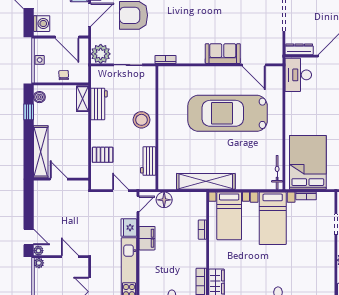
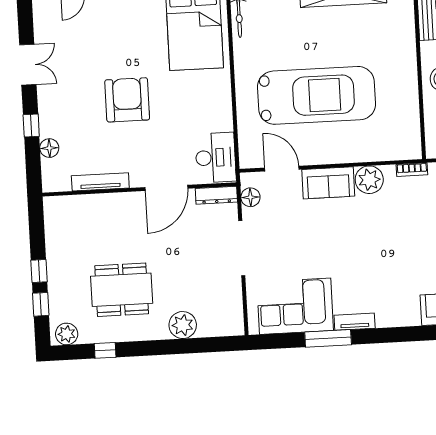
floor lamp: (276, 47) -> (250, 197), added
plant: (195, 54) -> (369, 180), added

